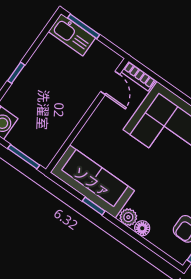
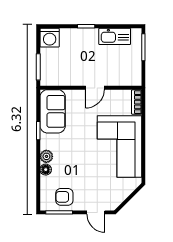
kitchen sink: (72, 35) -> (115, 36), moved, turned -90
door: (110, 83) -> (95, 88), moved
sofa: (92, 182) -> (53, 111), width x0.73

